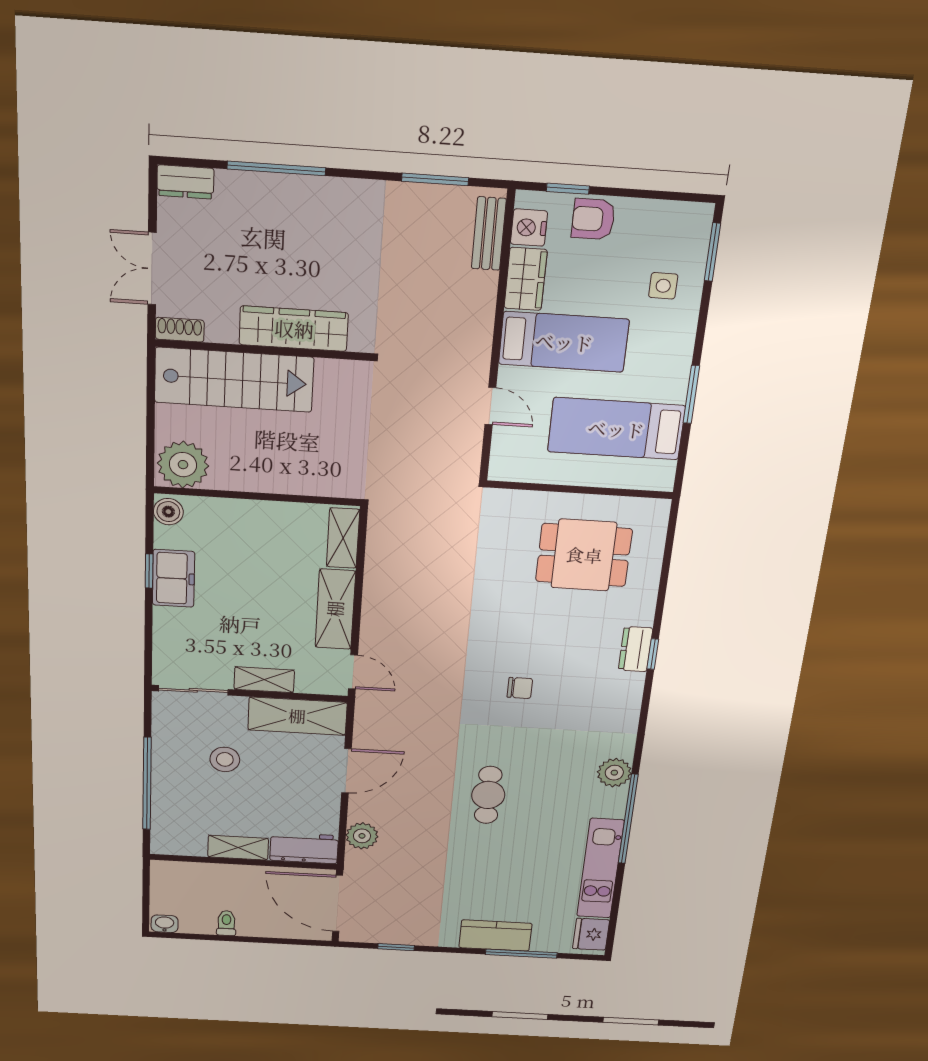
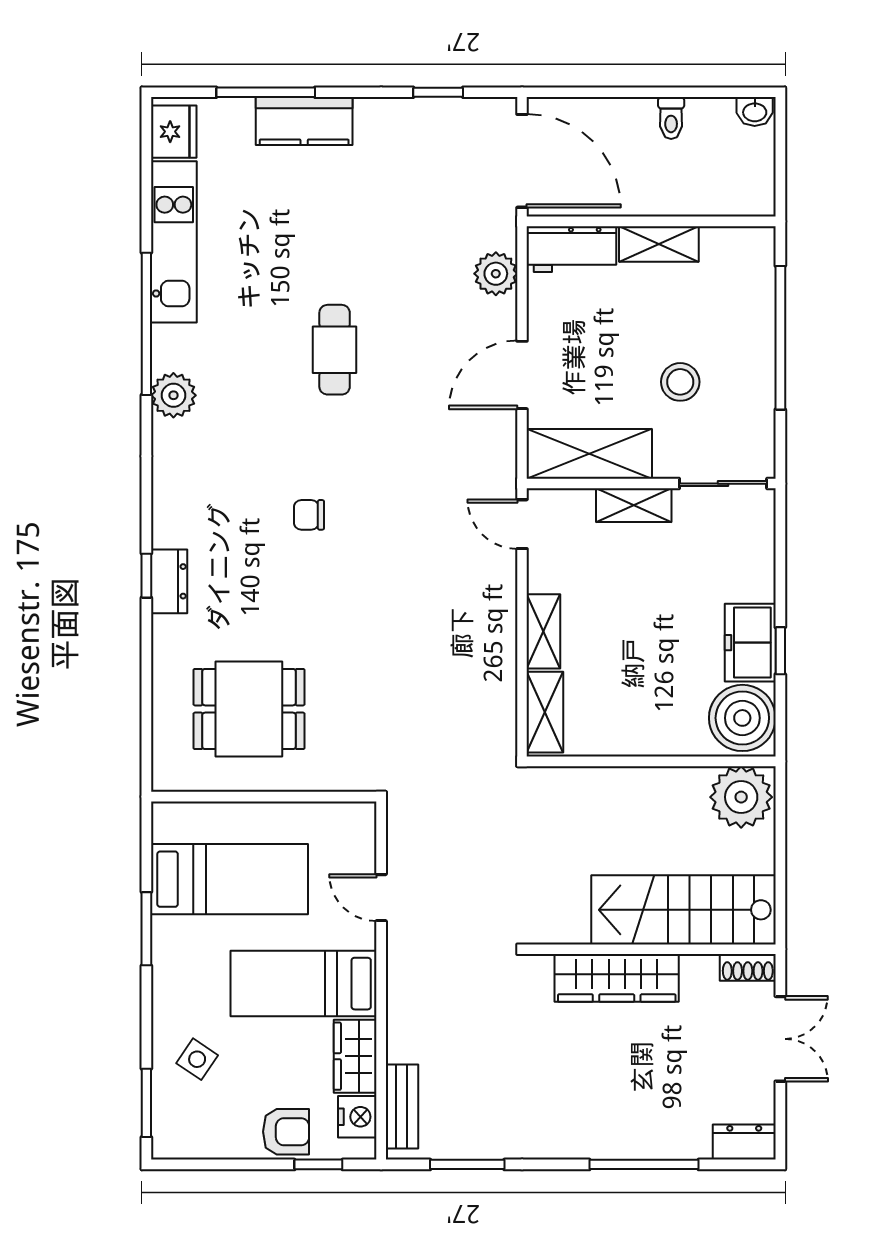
side table: (663, 286) -> (197, 1059), turned 34
boiler: (168, 512) -> (742, 718), width x1.86, depth x1.86
shelving: (335, 609) -> (543, 631), width x0.67, depth x0.75

